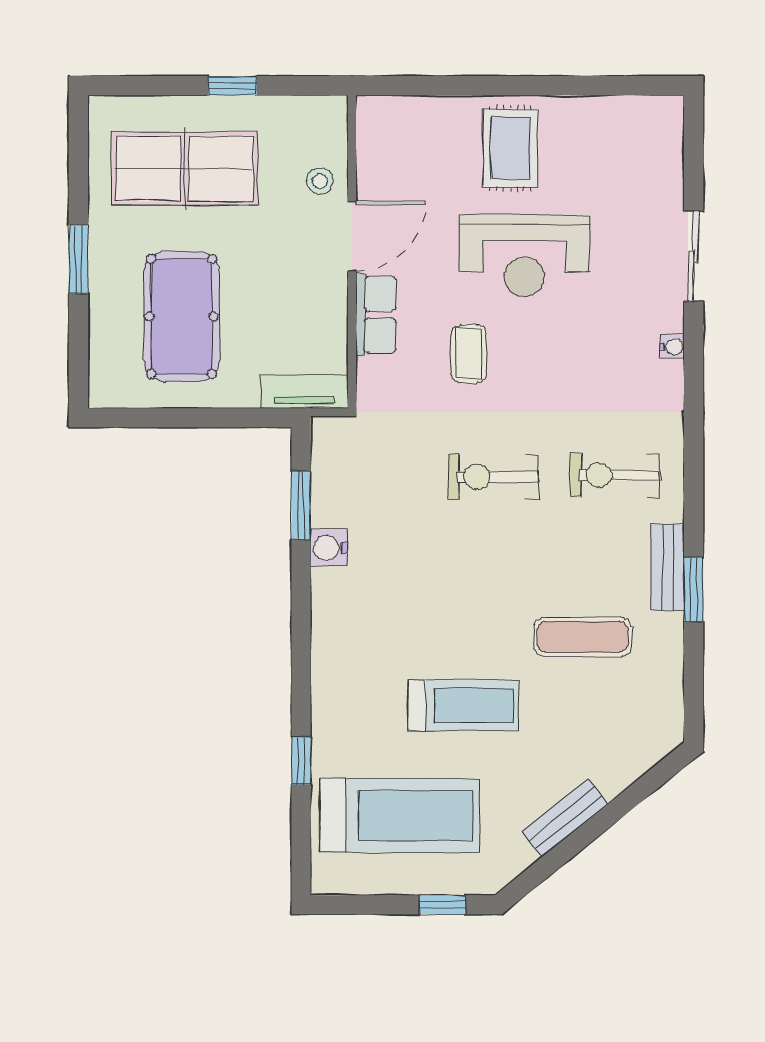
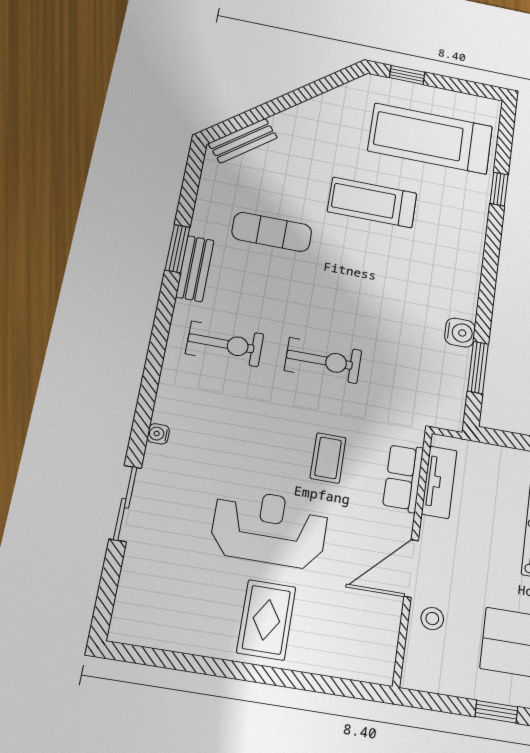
row of seats: (376, 315) -> (403, 478), moved
tv unit: (304, 392) -> (439, 482), moved, turned -90
bench: (565, 818) -> (243, 141), moved

